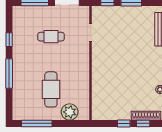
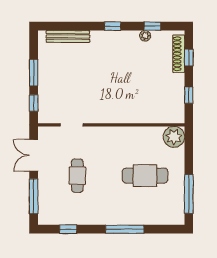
window: (9, 40) -> (68, 229), moved
plant: (70, 112) -> (174, 137), moved
window: (124, 123) -> (189, 95), moved

